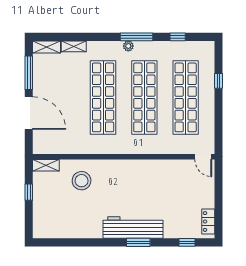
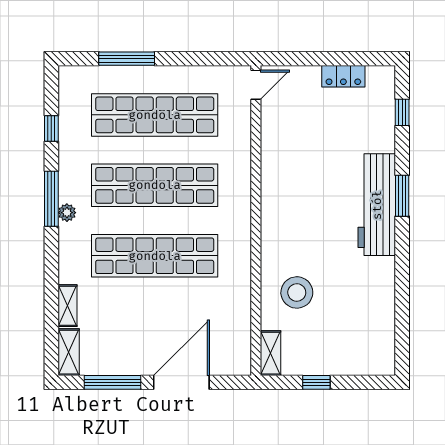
window: (219, 81) -> (127, 59), width x2.17
locker: (208, 221) -> (343, 76), moved

